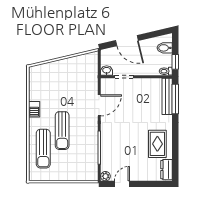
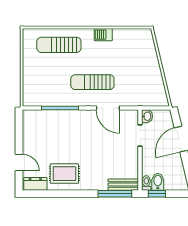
bidet: (165, 48) -> (158, 182), moved
bench: (167, 96) -> (123, 185), width x0.73
sun lounger: (62, 131) -> (92, 82), moved
plant: (105, 176) -> (28, 115), removed
door: (122, 184) -> (19, 163), moved

